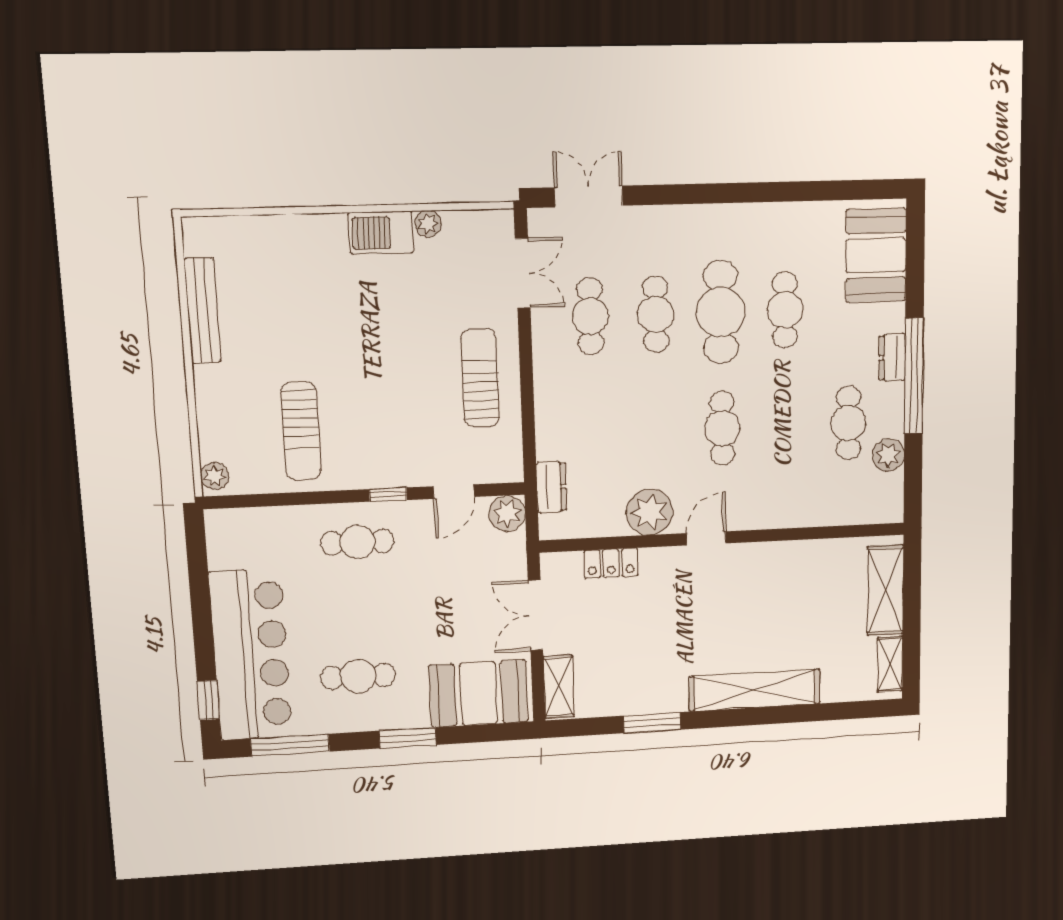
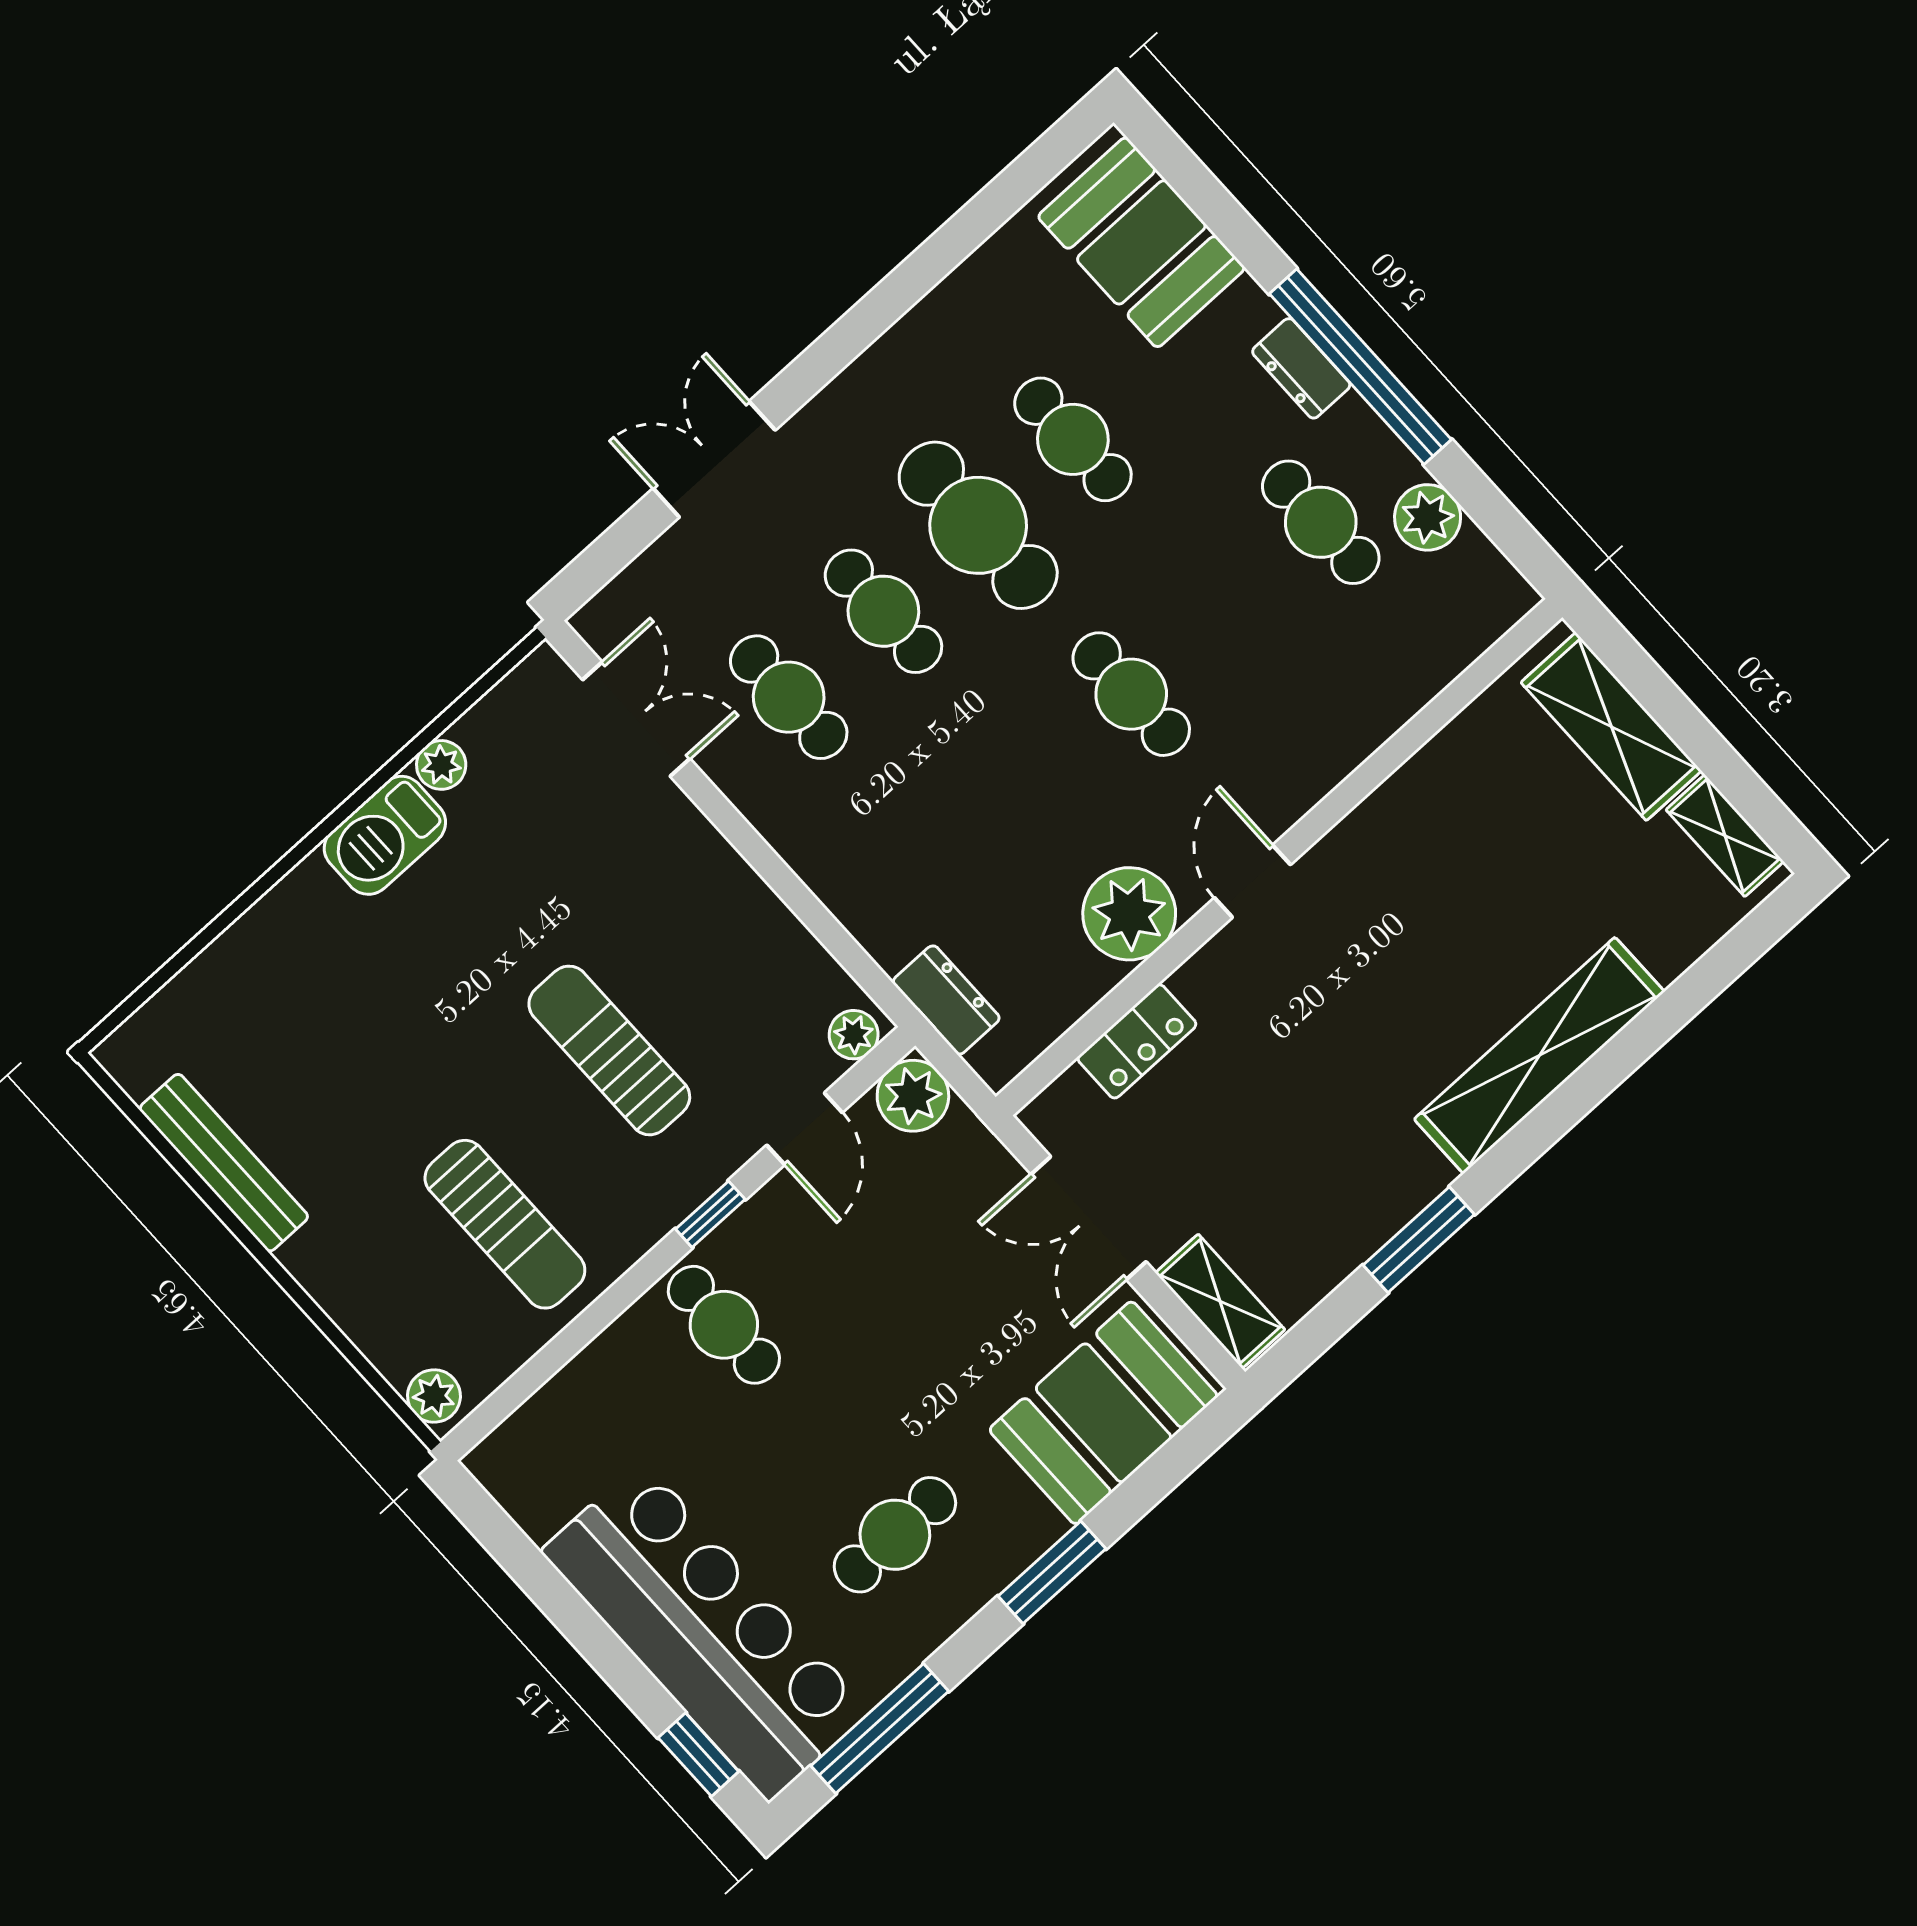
double door: (589, 196) -> (714, 459), moved
sun lounger: (480, 378) -> (609, 1050), moved
plant: (504, 471) -> (854, 1035), added
cafe table: (357, 542) -> (724, 1325), turned 90

